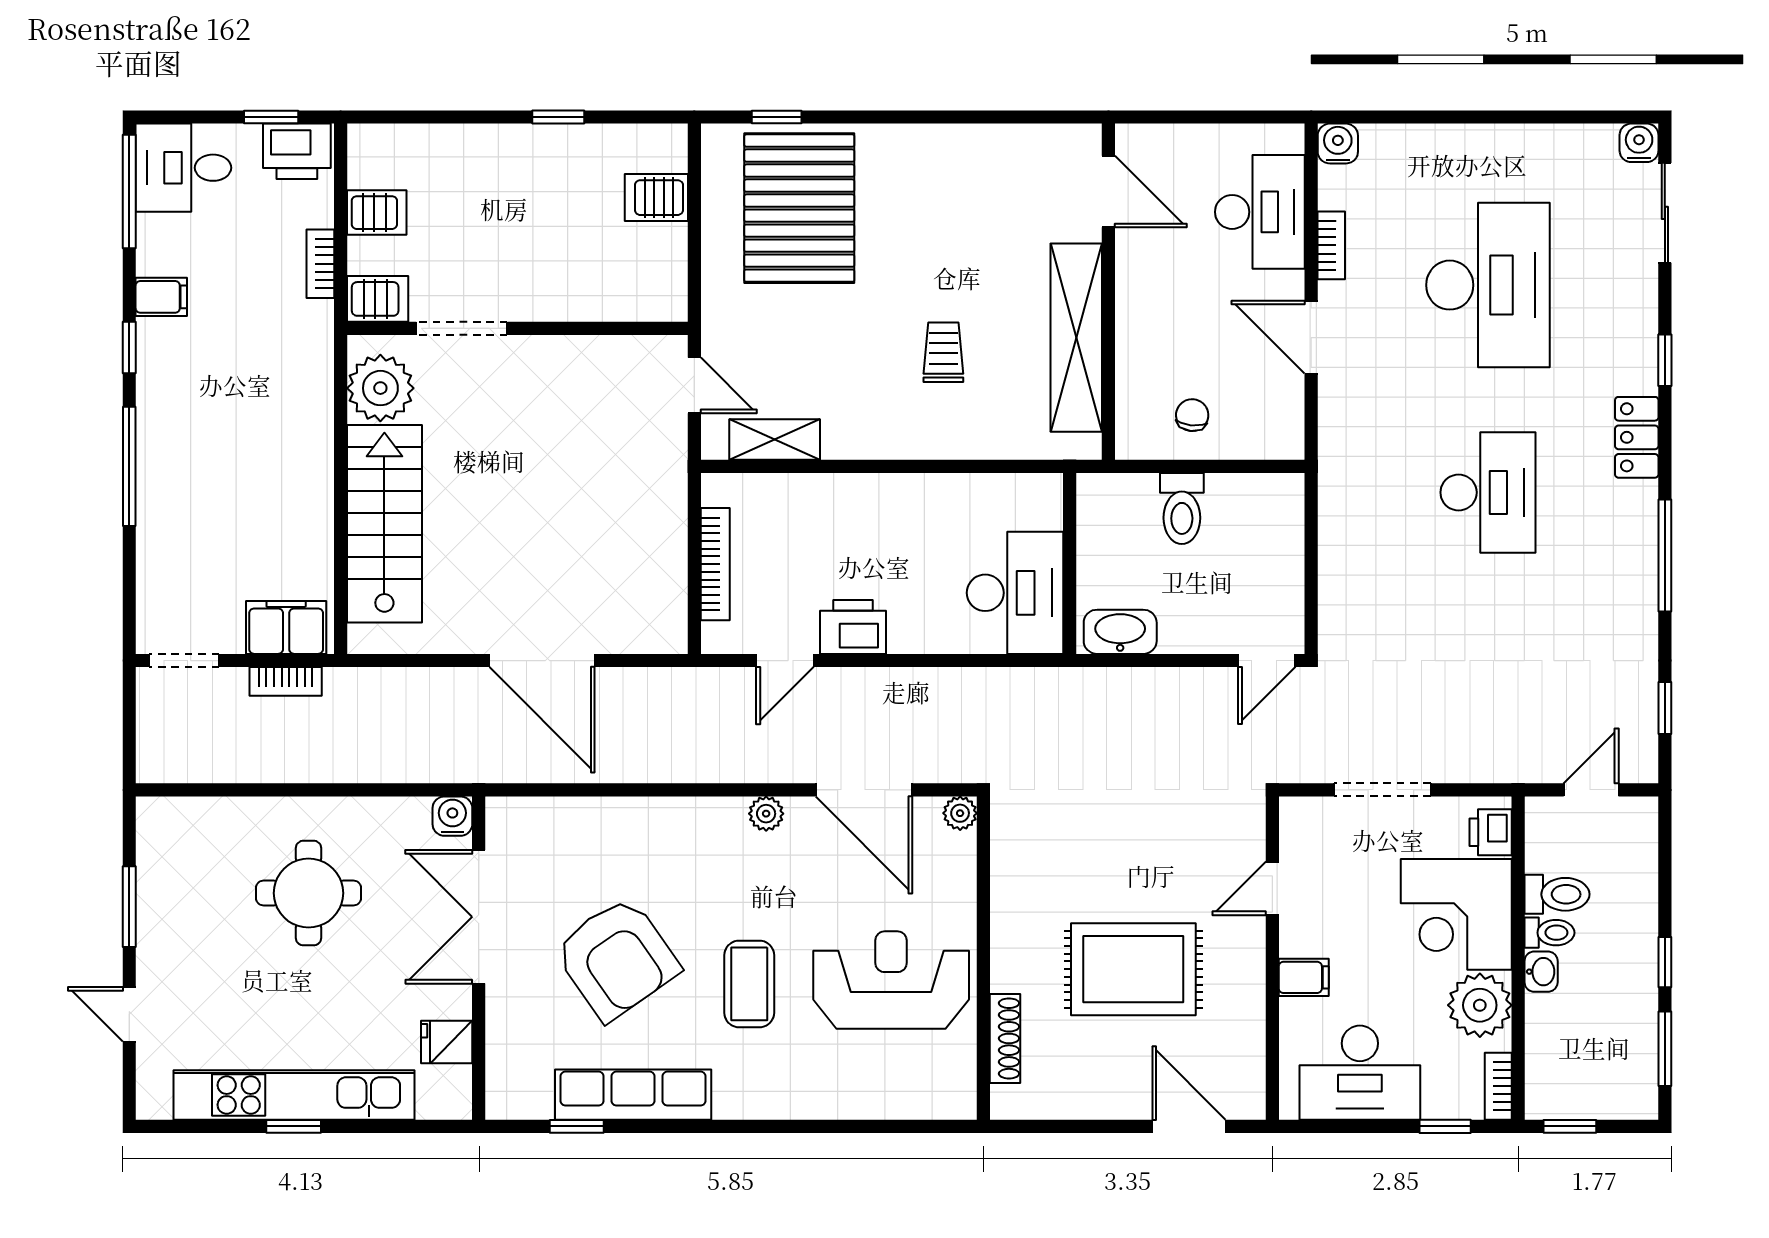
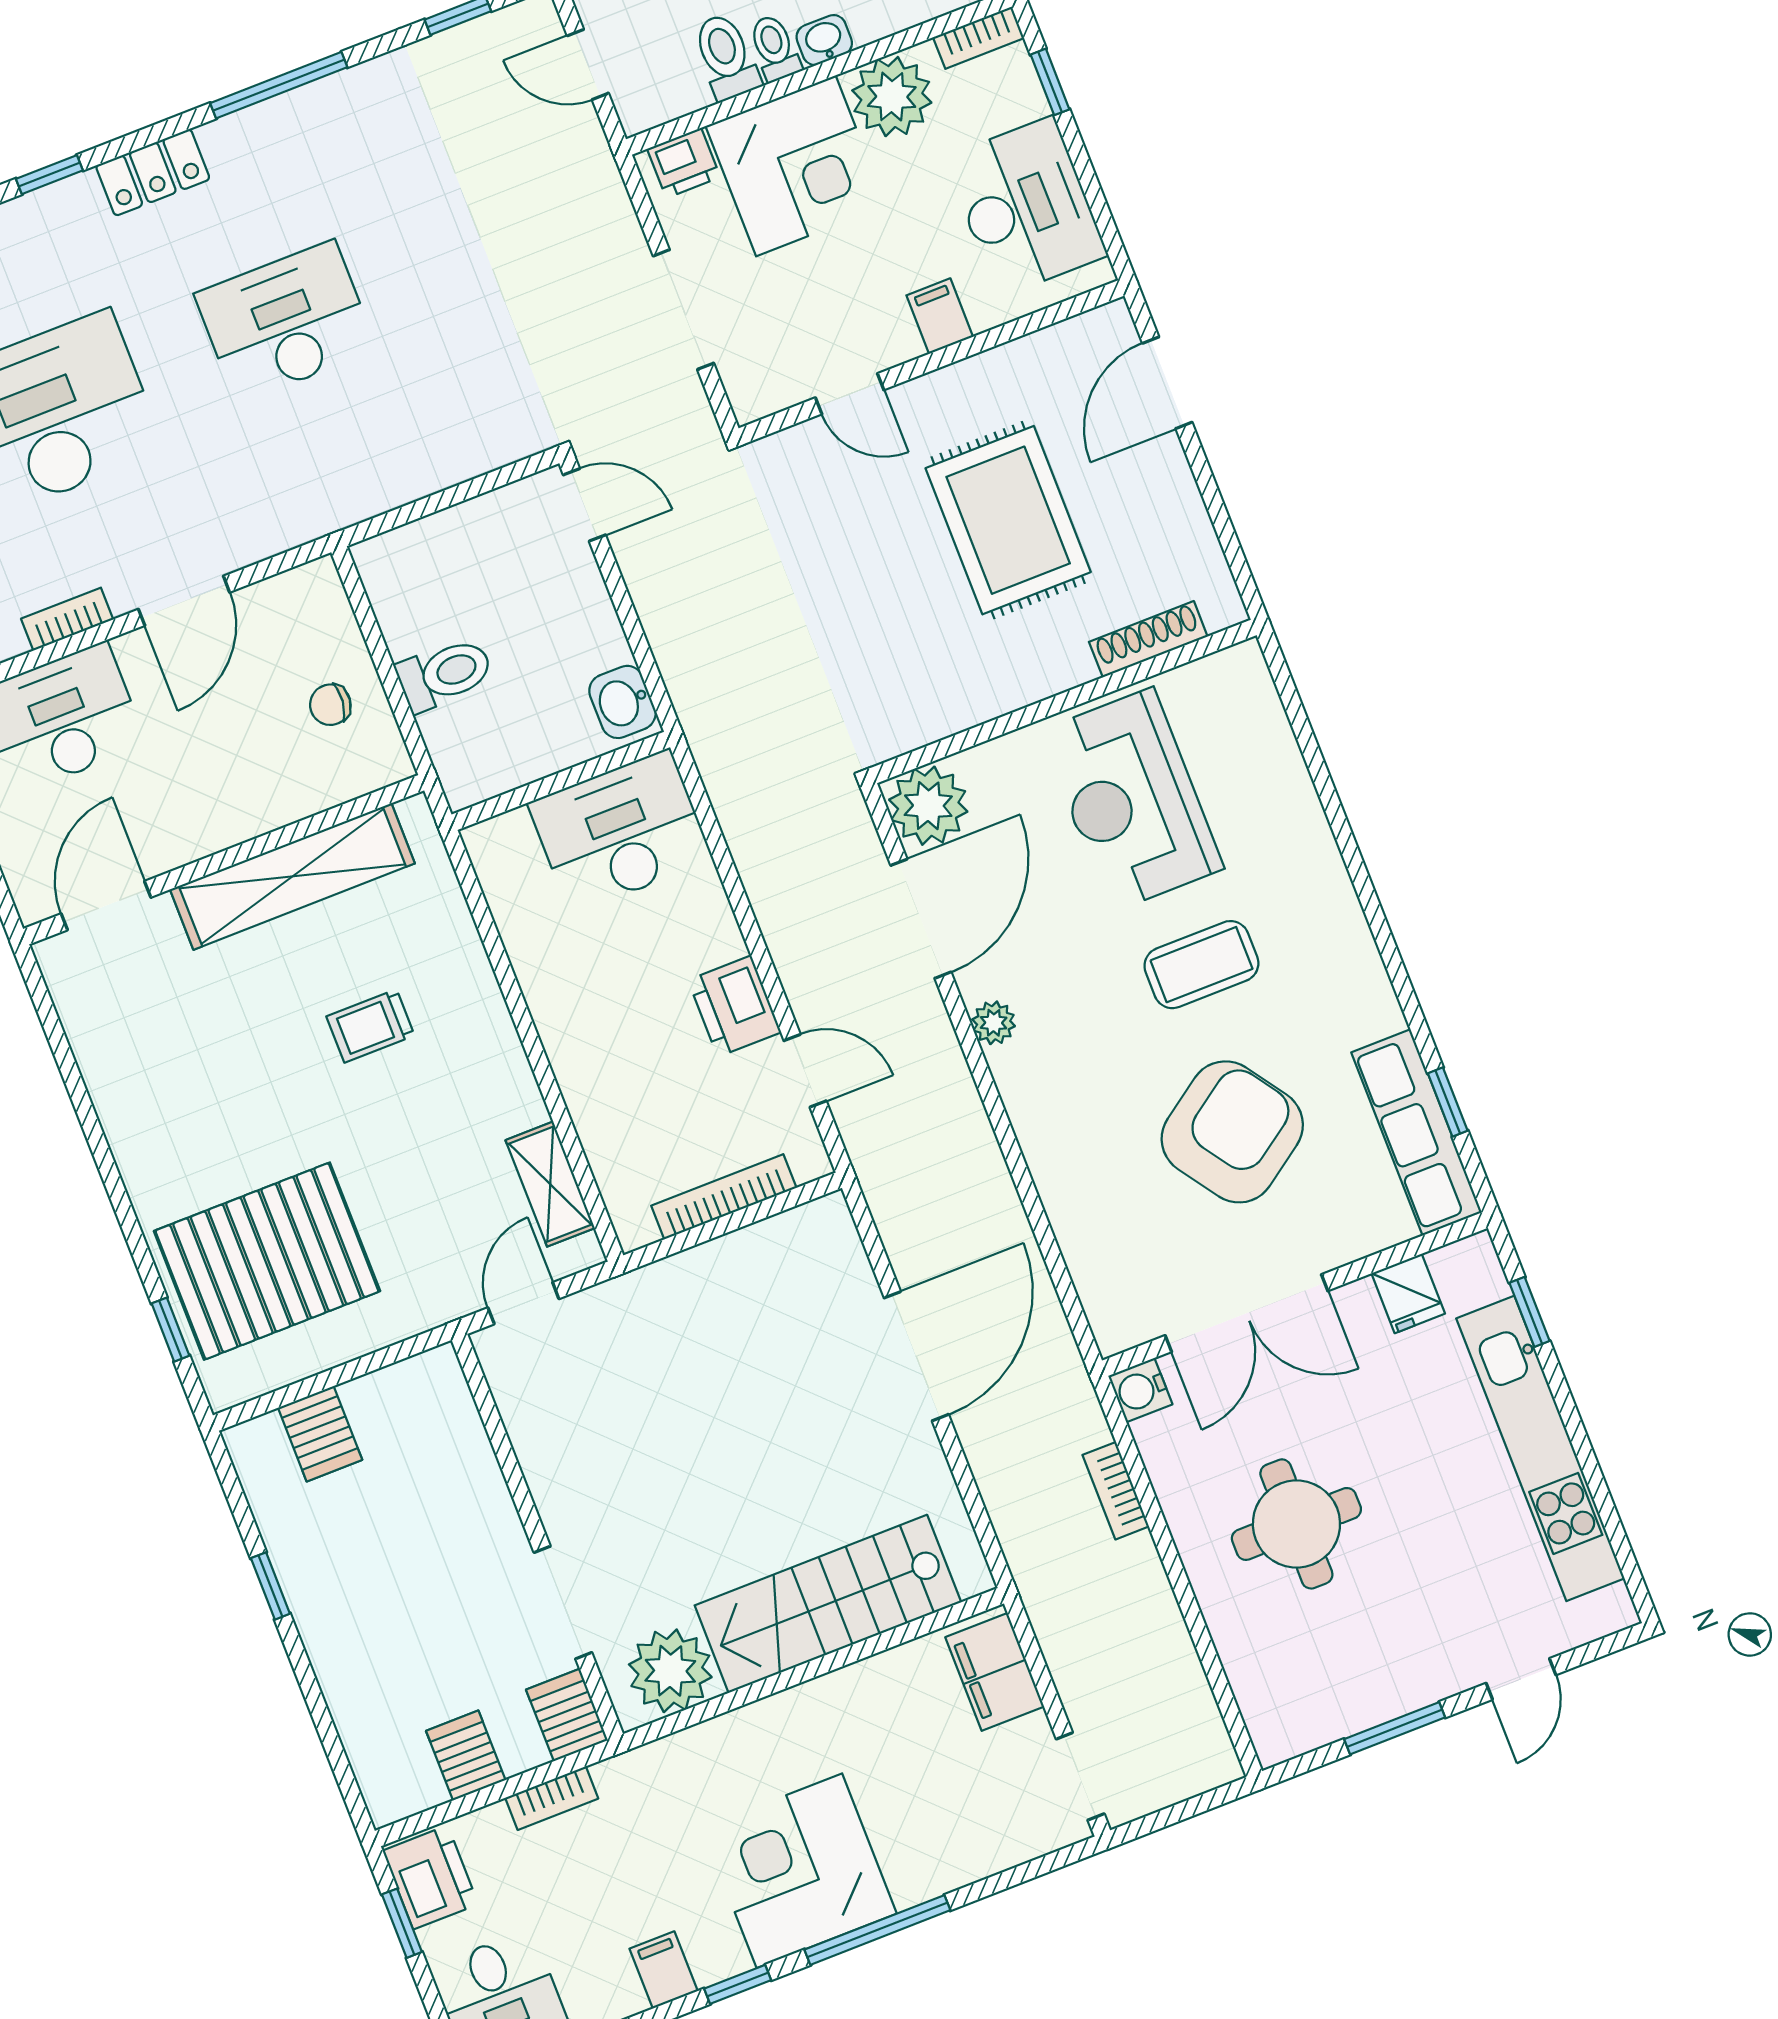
corner desk: (195, 426) -> (799, 1871), added
washbasin: (1120, 632) -> (622, 702), width x0.72
bookcase: (286, 681) -> (1116, 1491), moved, turned 180
plant: (960, 813) -> (928, 806), width x1.88, depth x1.88
row of seats: (633, 1095) -> (1417, 1132), moved
window: (294, 1126) -> (1530, 1312), moved

